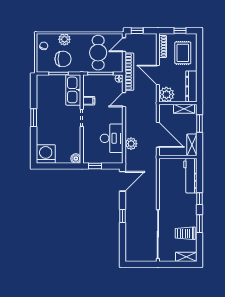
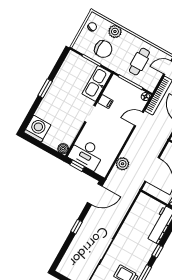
cafe table: (98, 53) -> (139, 62), width x0.73, depth x0.74
desk: (112, 138) -> (86, 154), moved, turned 90

